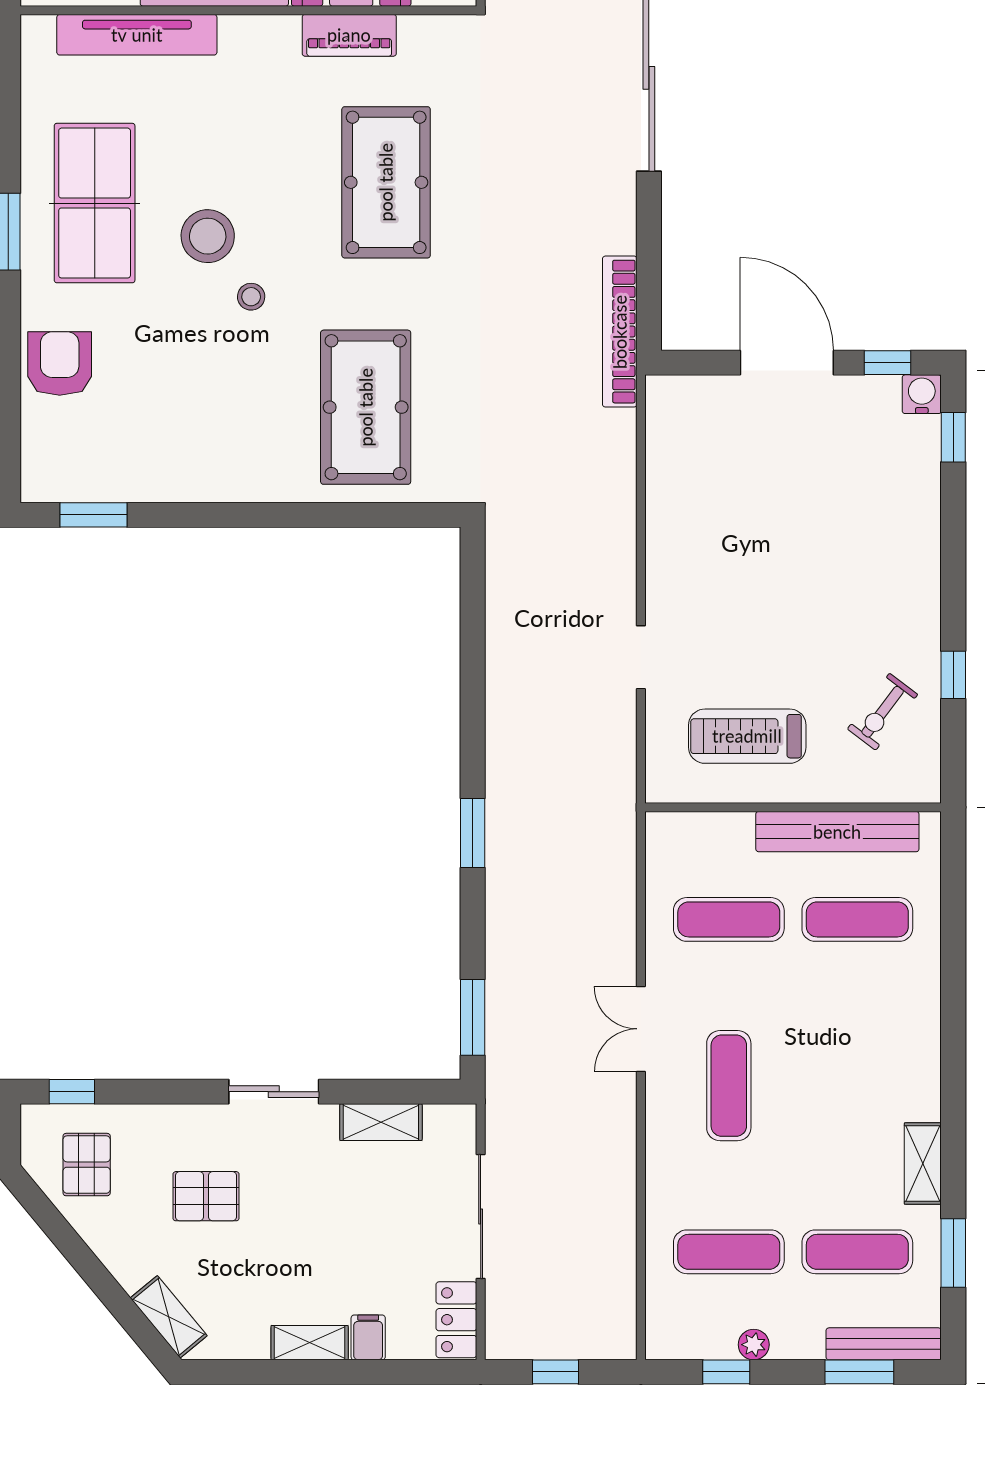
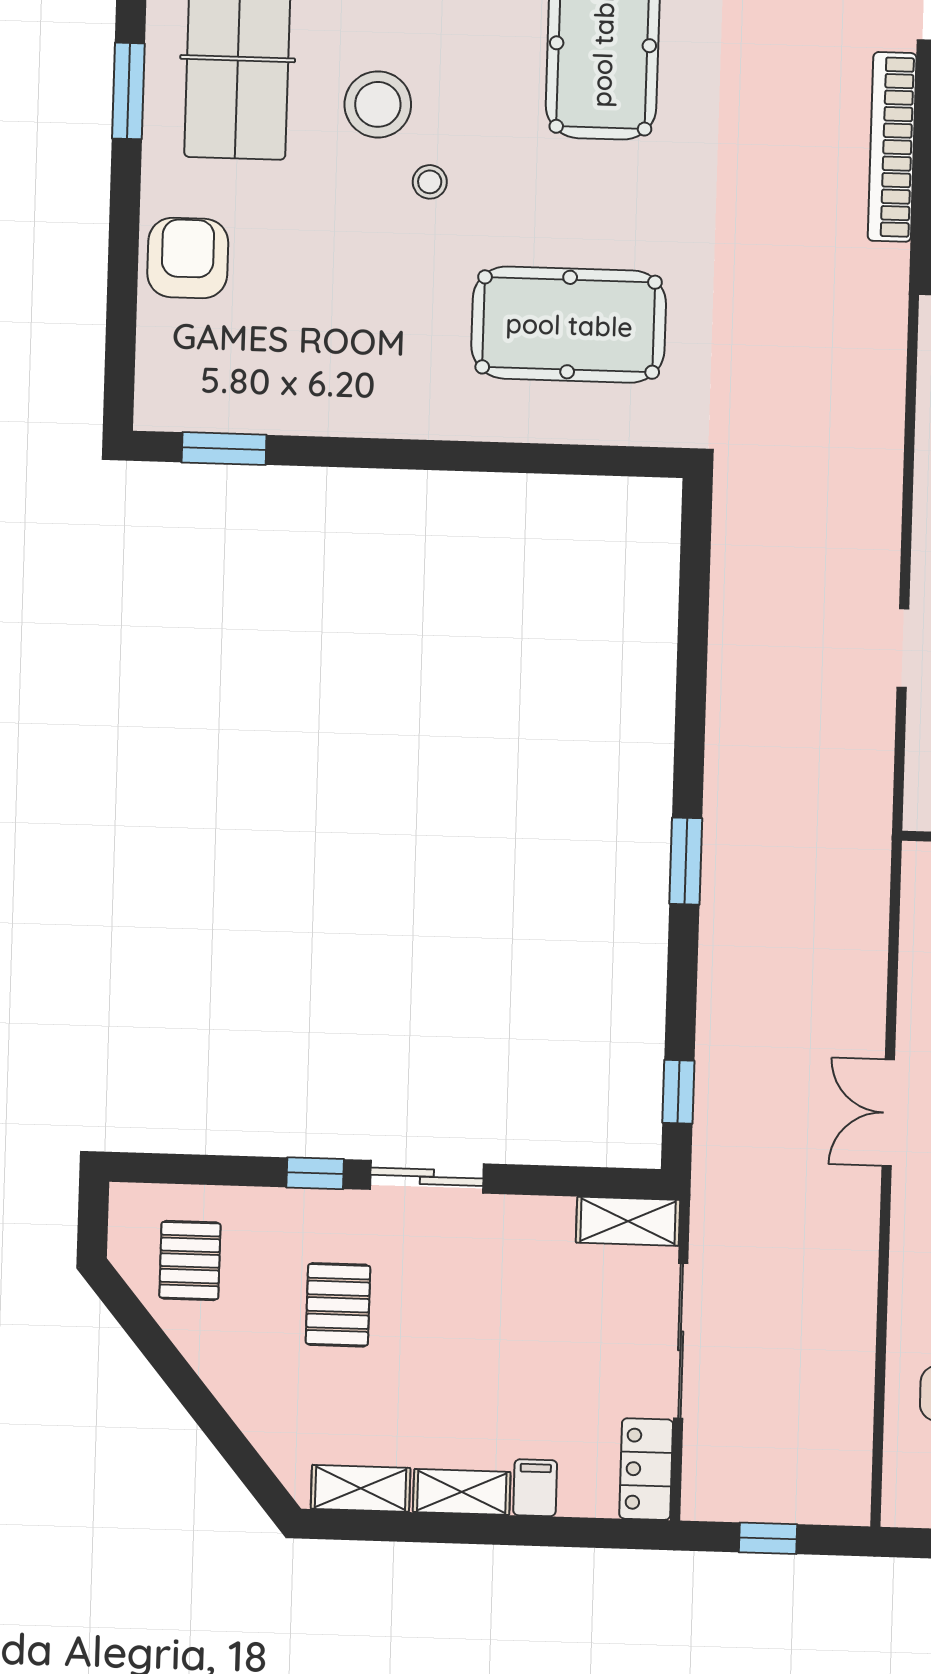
bookcase: (620, 332) -> (892, 147), moved
pool table: (366, 407) -> (569, 325), turned 90
window: (473, 1017) -> (678, 1092), width x0.67
window: (72, 1092) -> (315, 1173), moved
shelving: (381, 1122) -> (628, 1221), moved
pallet: (206, 1196) -> (338, 1305), turned 90
shelving: (169, 1317) -> (361, 1488), moved, turned -50

